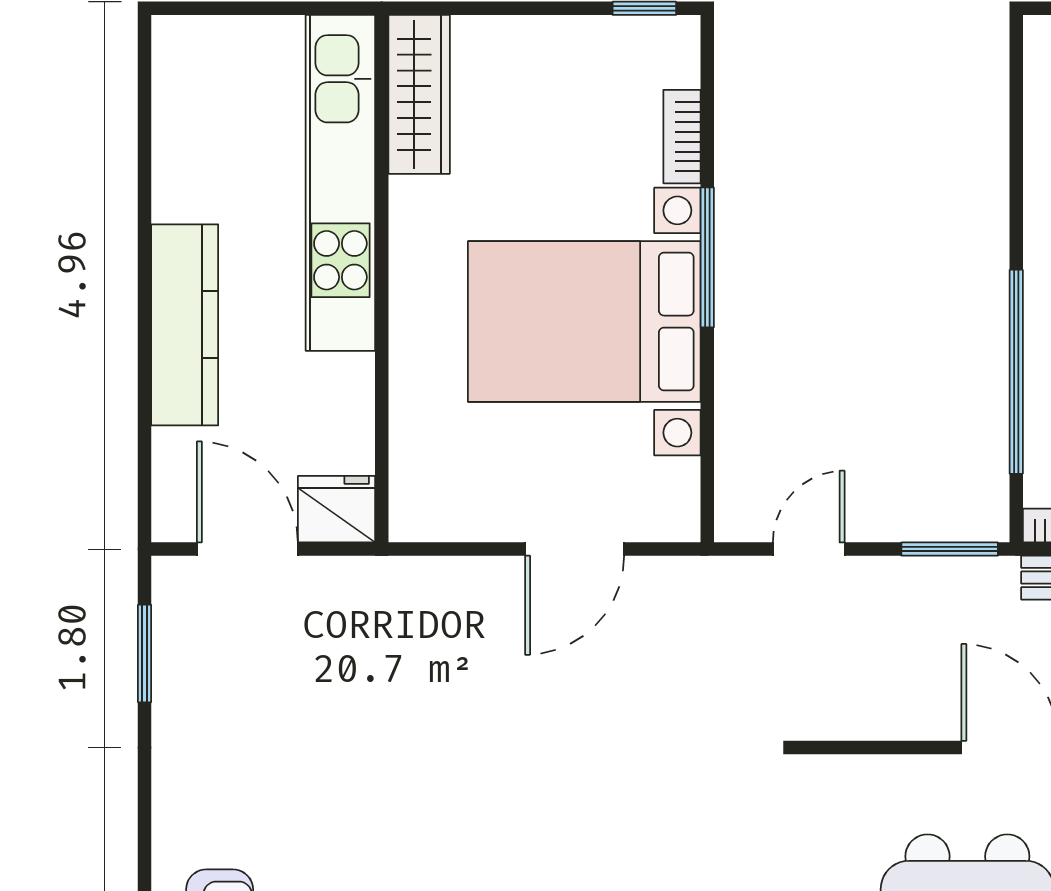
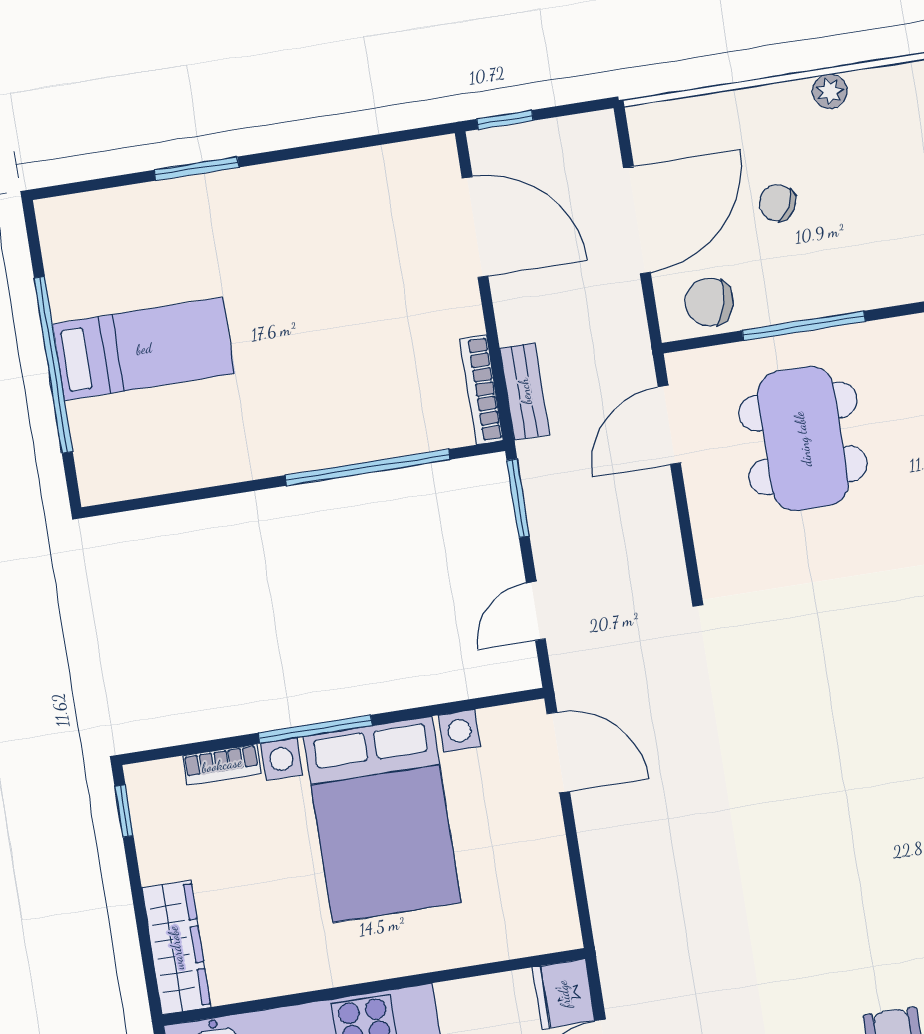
wardrobe: (419, 94) -> (176, 948), moved, turned 90
door: (575, 549) -> (558, 753), moved
door: (809, 549) -> (536, 611), hinge flipped

